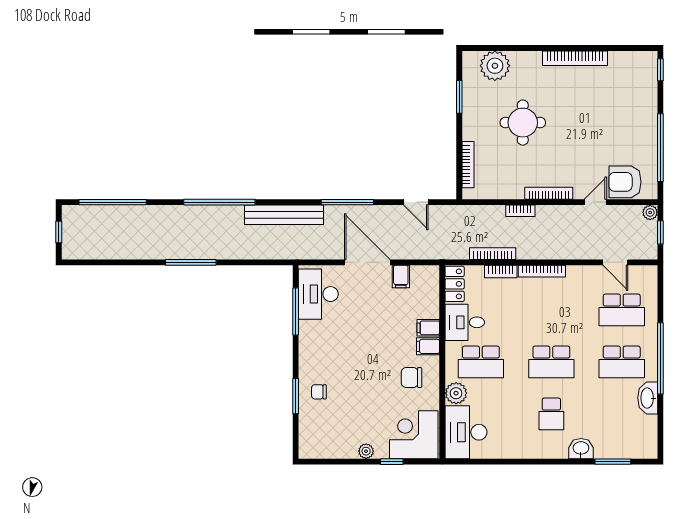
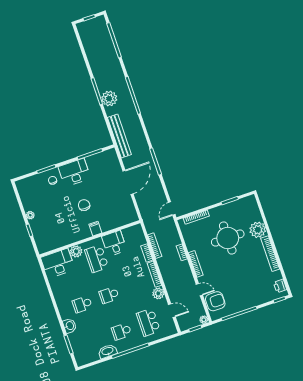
printer: (637, 60) -> (280, 286), added
plant: (495, 66) -> (258, 230), moved
round table: (523, 123) -> (228, 238), width x1.36, depth x1.36
armchair: (625, 182) -> (215, 301), turned 90
door: (416, 202) -> (172, 209), moved
bench: (284, 215) -> (119, 136), moved
plant: (211, 245) -> (109, 99), added
door: (615, 262) -> (172, 311), swing flipped
filing cabinet: (401, 276) -> (127, 202), removed
plant: (578, 276) -> (158, 293), added
locker: (455, 284) -> (132, 231), removed
desk: (318, 294) -> (74, 173), moved
filing cabinet: (428, 328) -> (105, 226), removed
school desk: (551, 362) -> (109, 295), width x0.54
school desk: (622, 362) -> (122, 331), width x0.54
chair: (412, 378) -> (84, 205), moved
corner desk: (414, 435) -> (47, 237), removed

